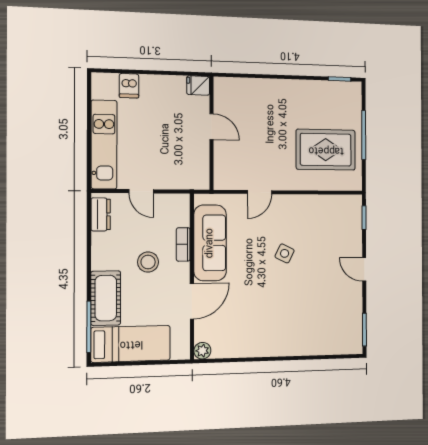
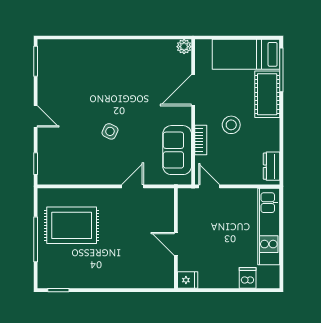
door: (141, 191) -> (209, 186), moved
sofa: (210, 243) -> (177, 150), width x0.73

